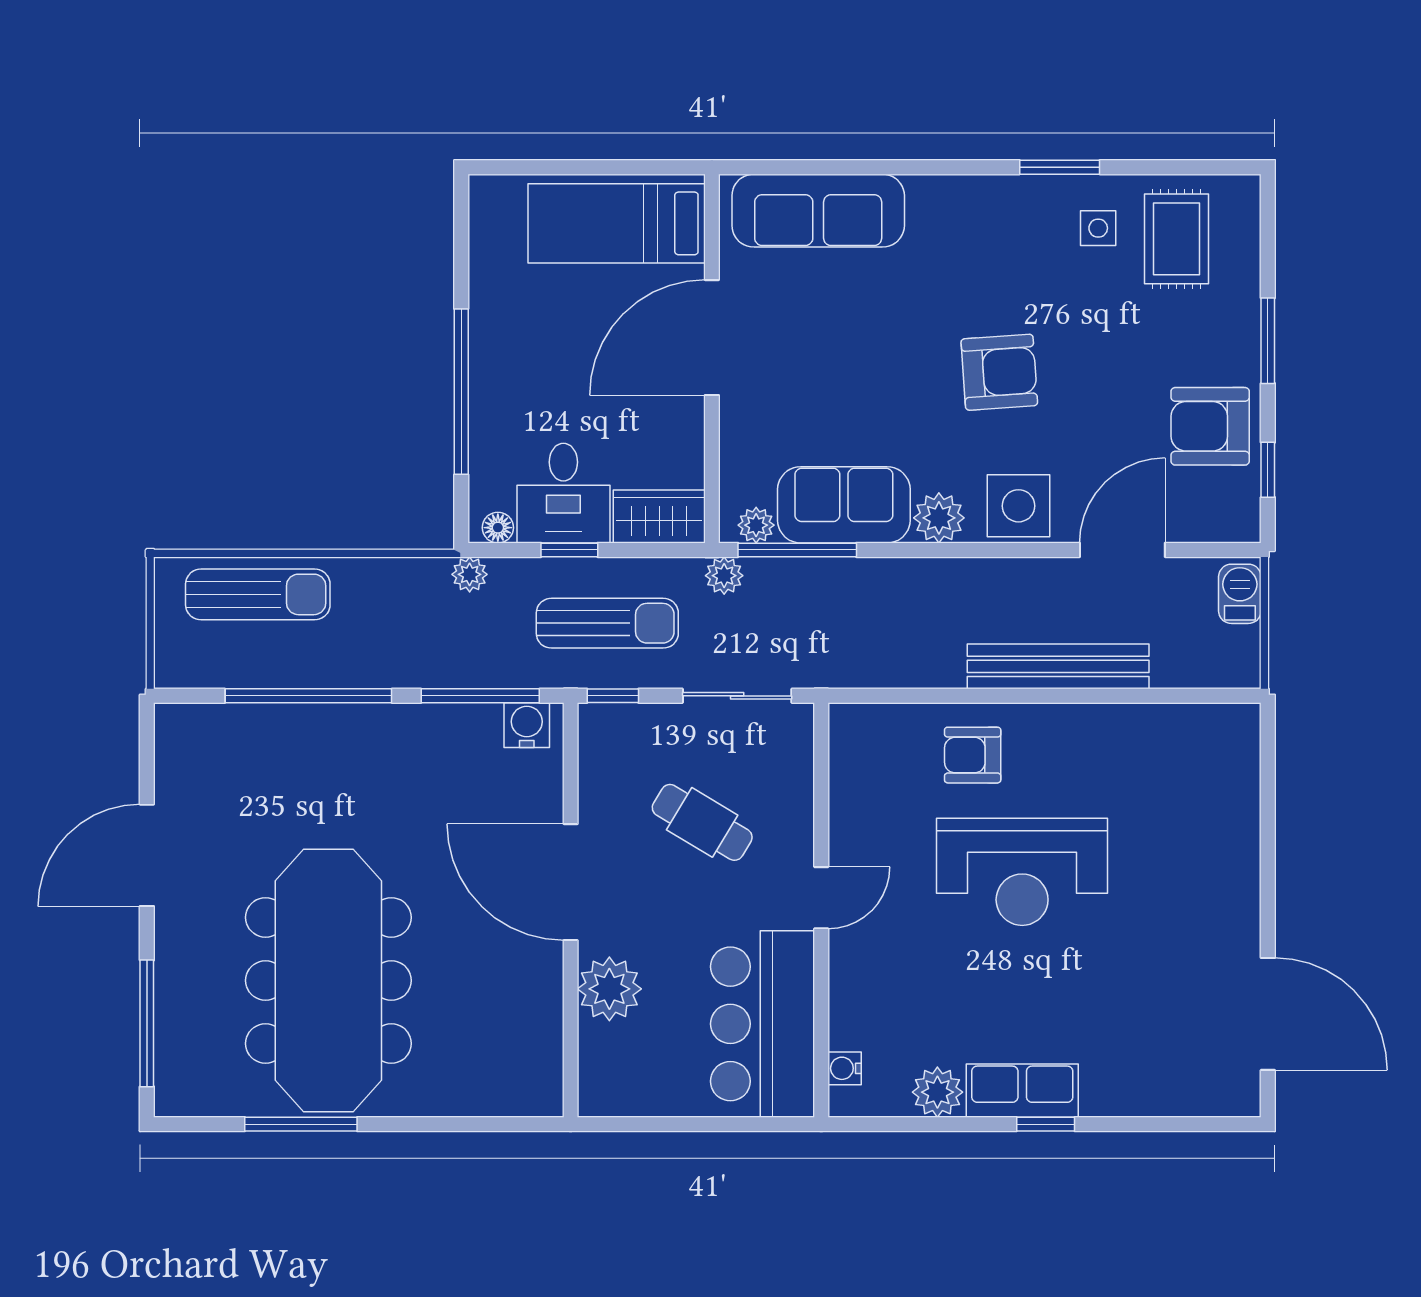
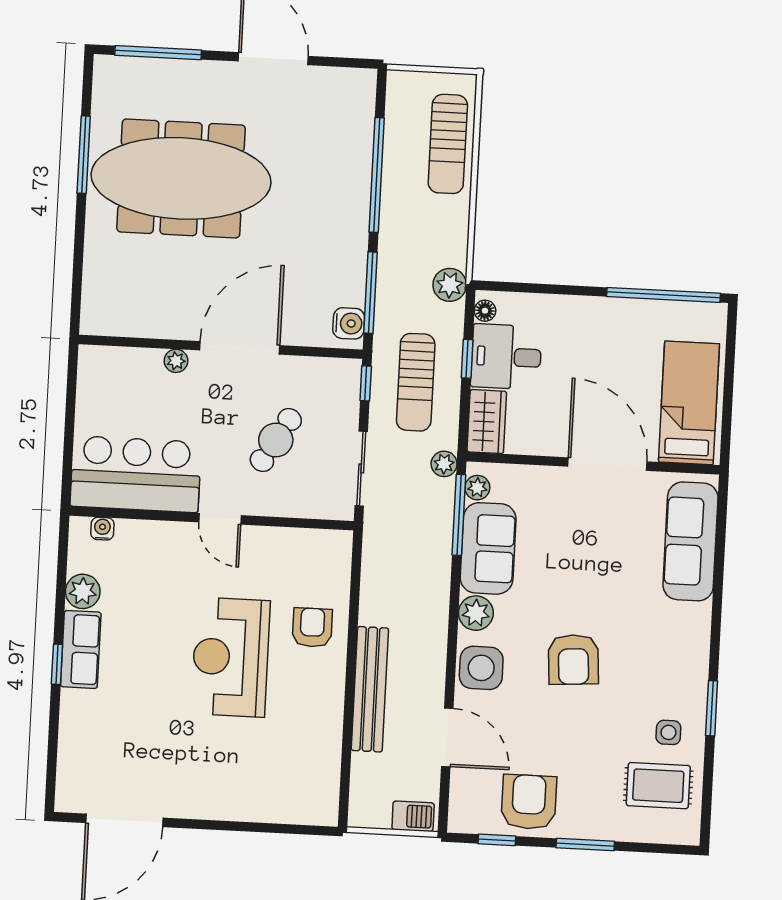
window: (461, 392) -> (663, 295), moved
plant: (470, 574) -> (450, 285), width x1.38, depth x1.38
plant: (609, 989) -> (176, 361), width x0.53, depth x0.53

